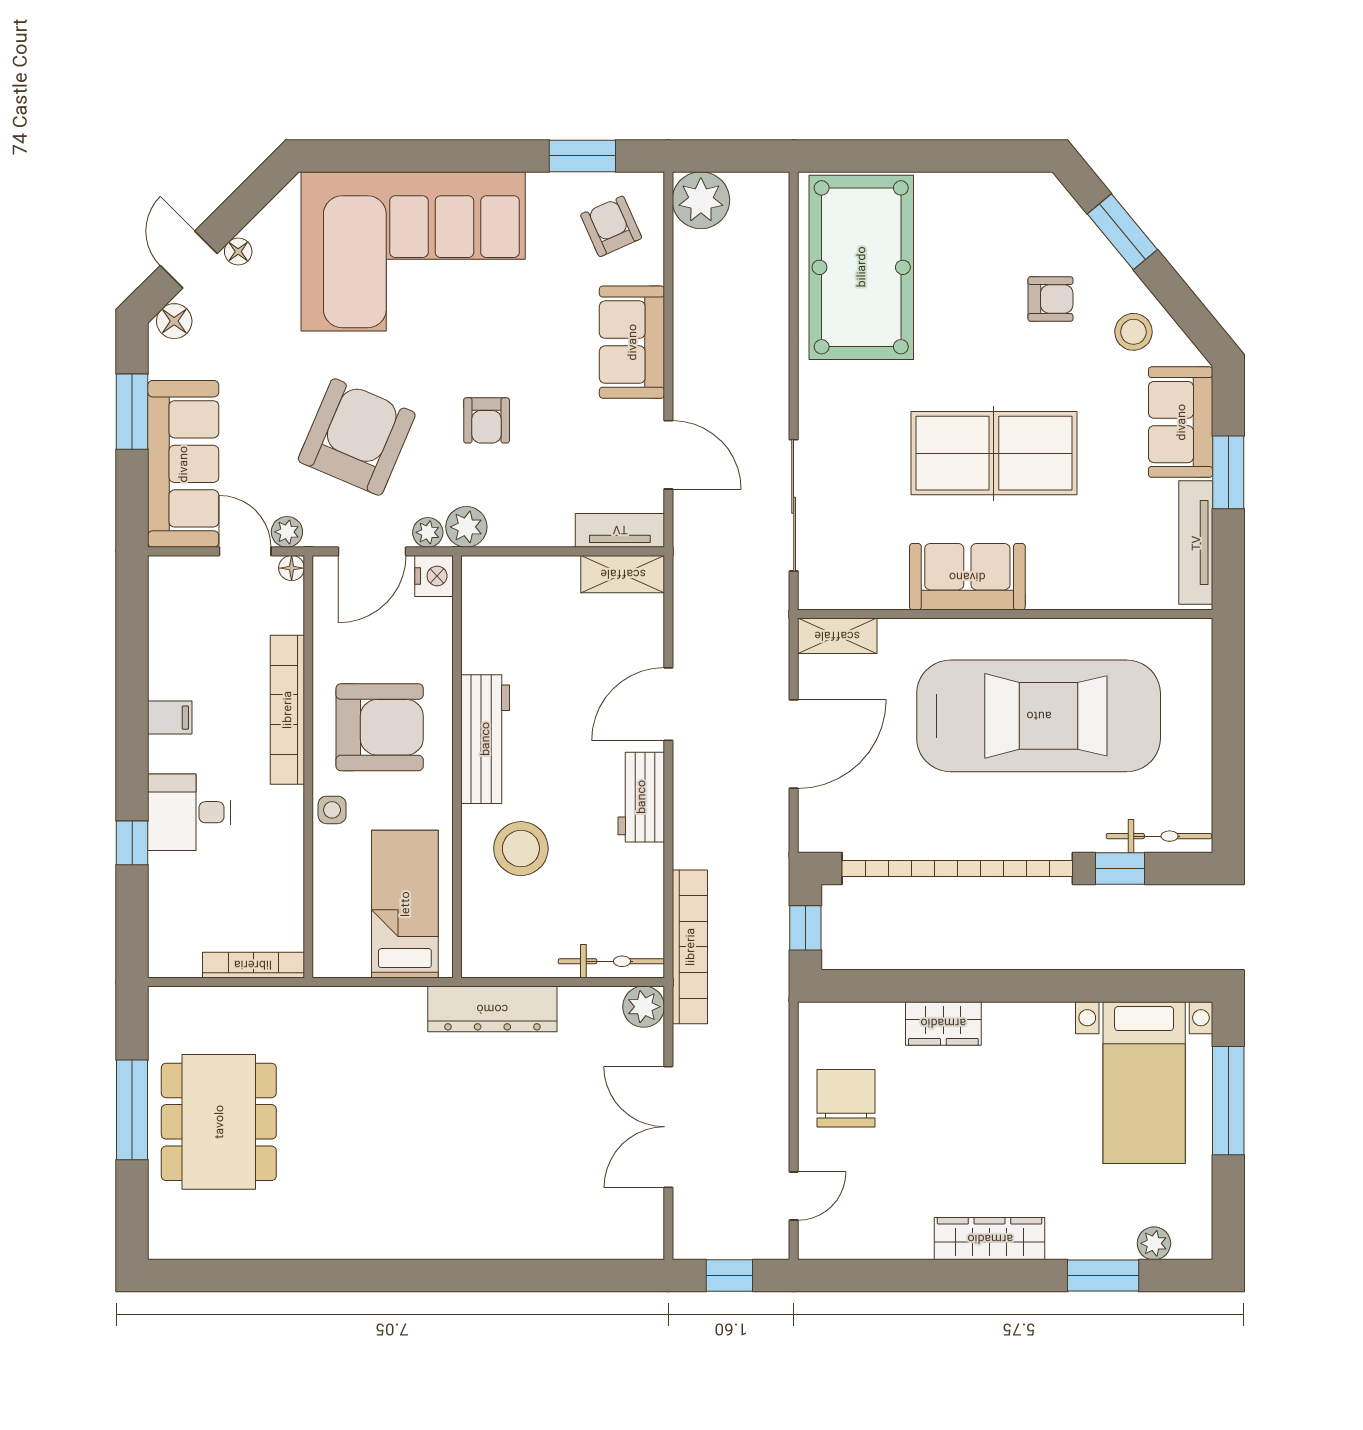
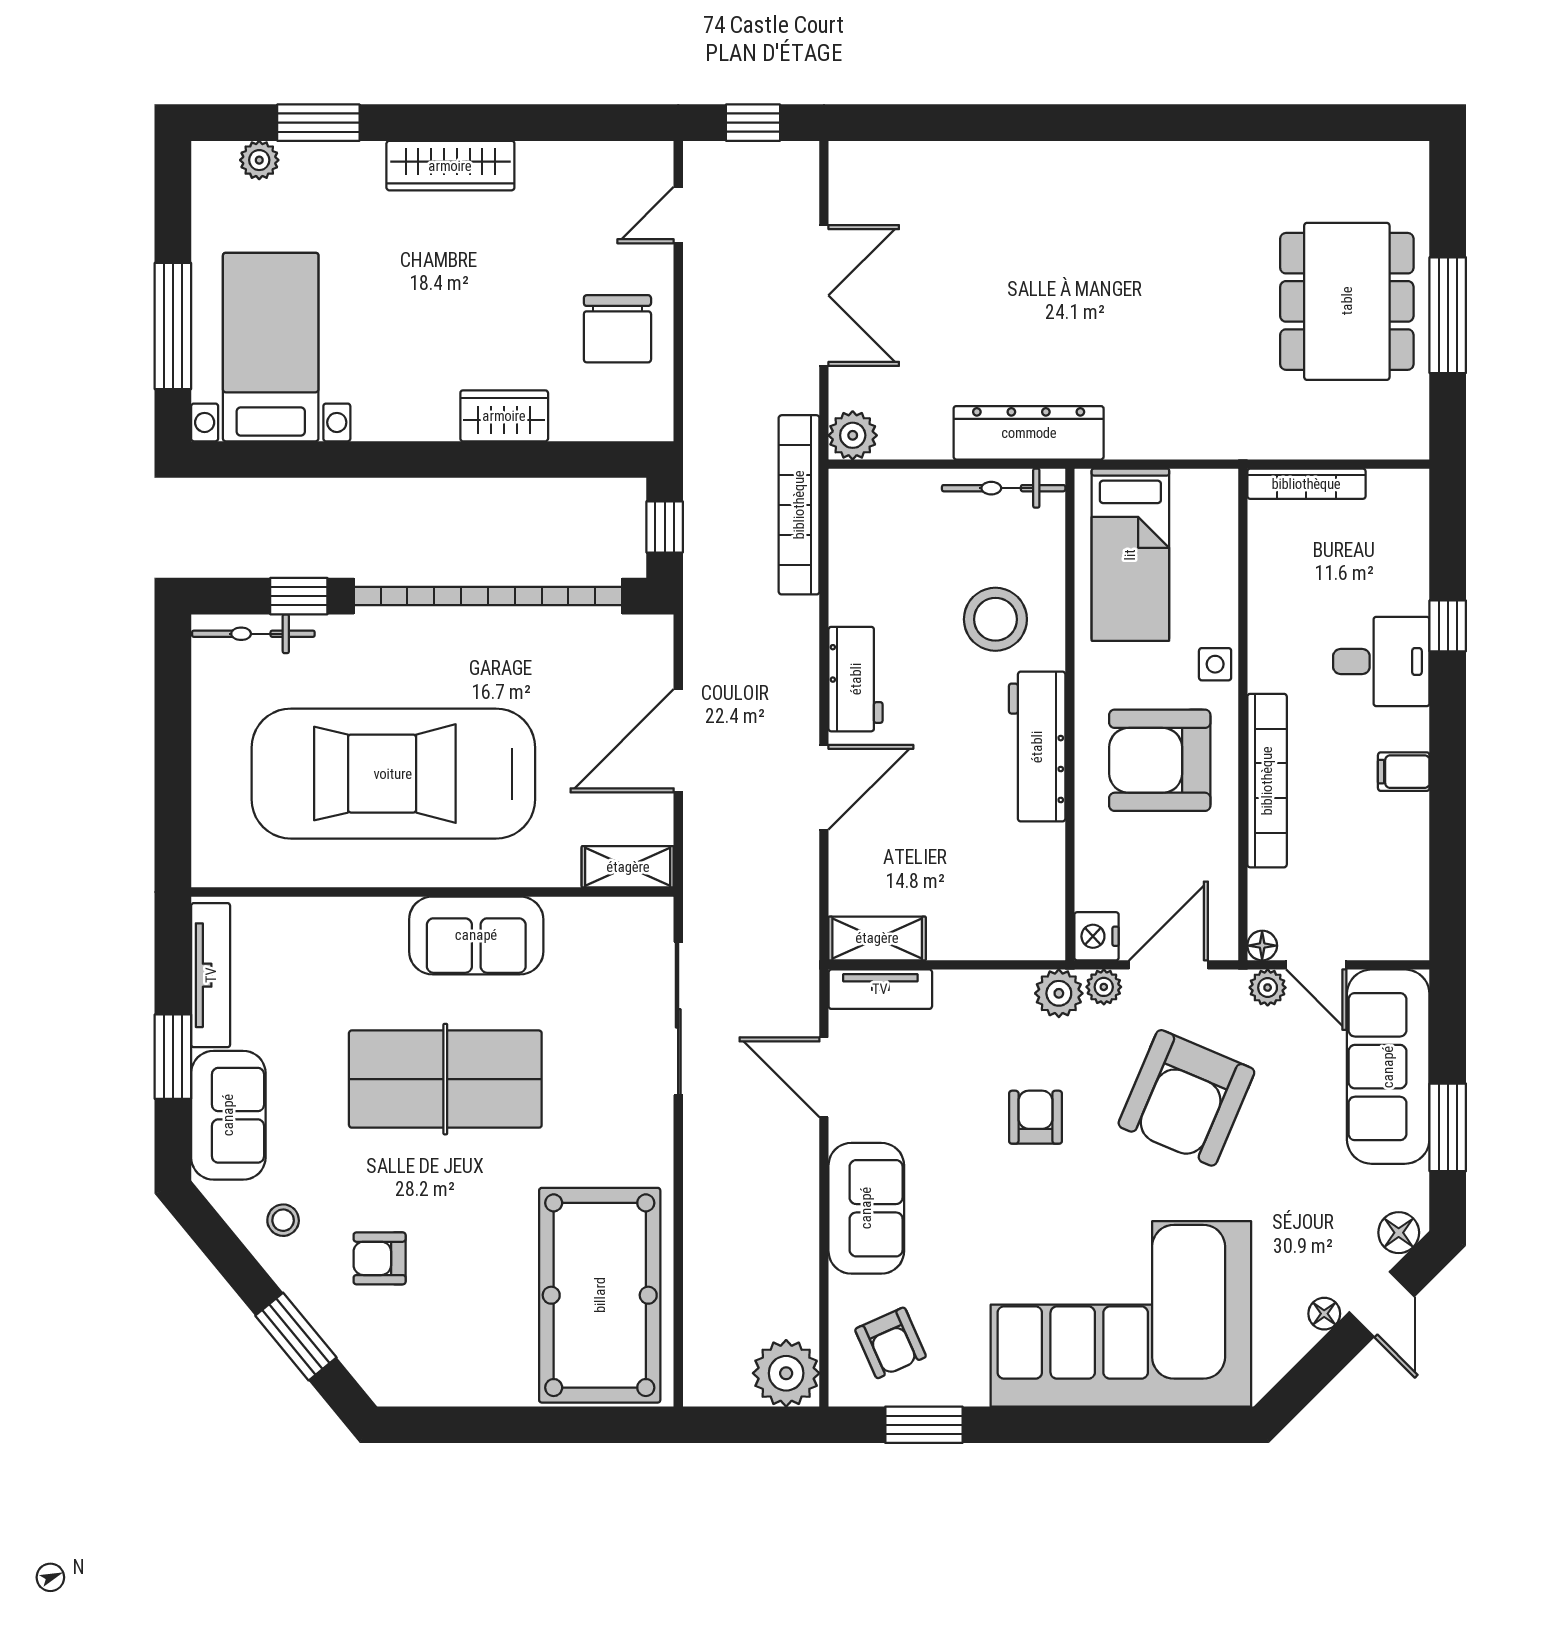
stool: (1133, 332) -> (283, 1220), width x0.73, depth x0.73
bicycle: (611, 961) -> (1004, 488), moved

